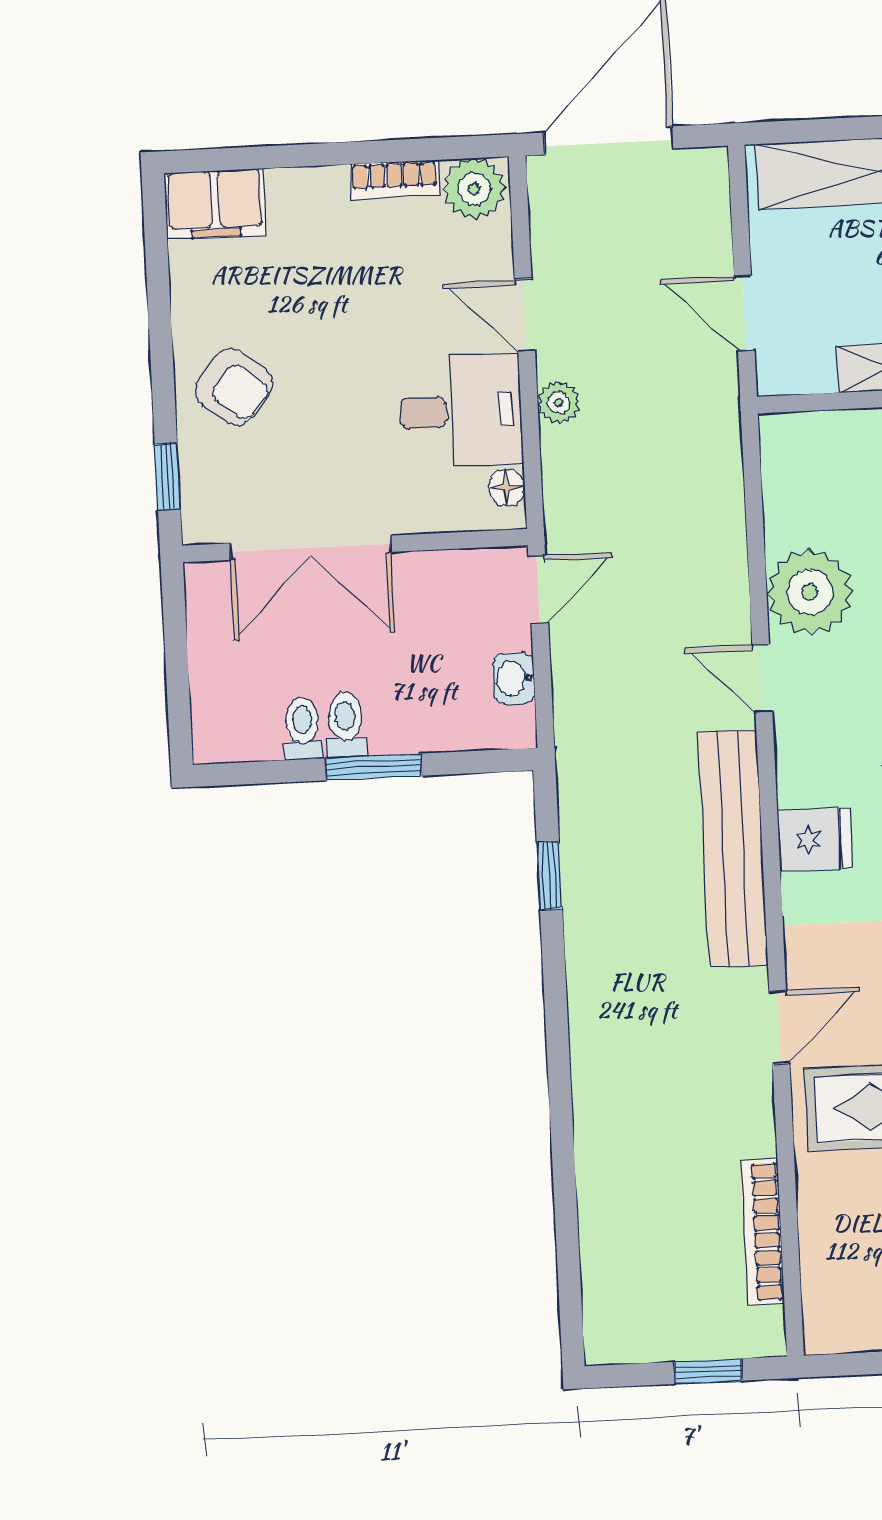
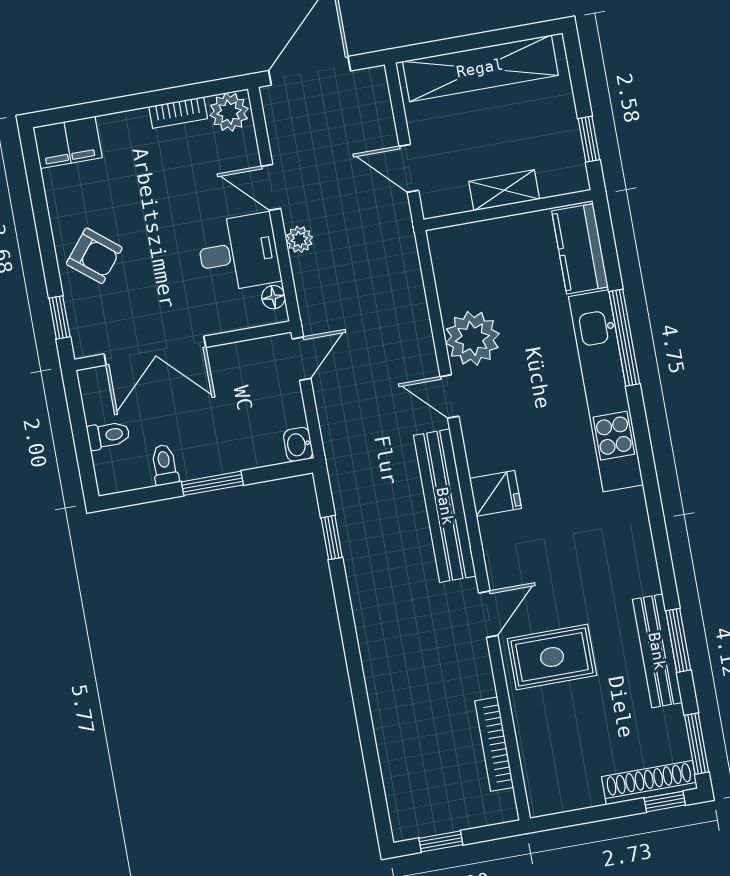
washbasin: (514, 678) -> (298, 444), moved
toilet: (346, 725) -> (108, 435), moved, turned 90
window: (708, 1371) -> (441, 841), moved

